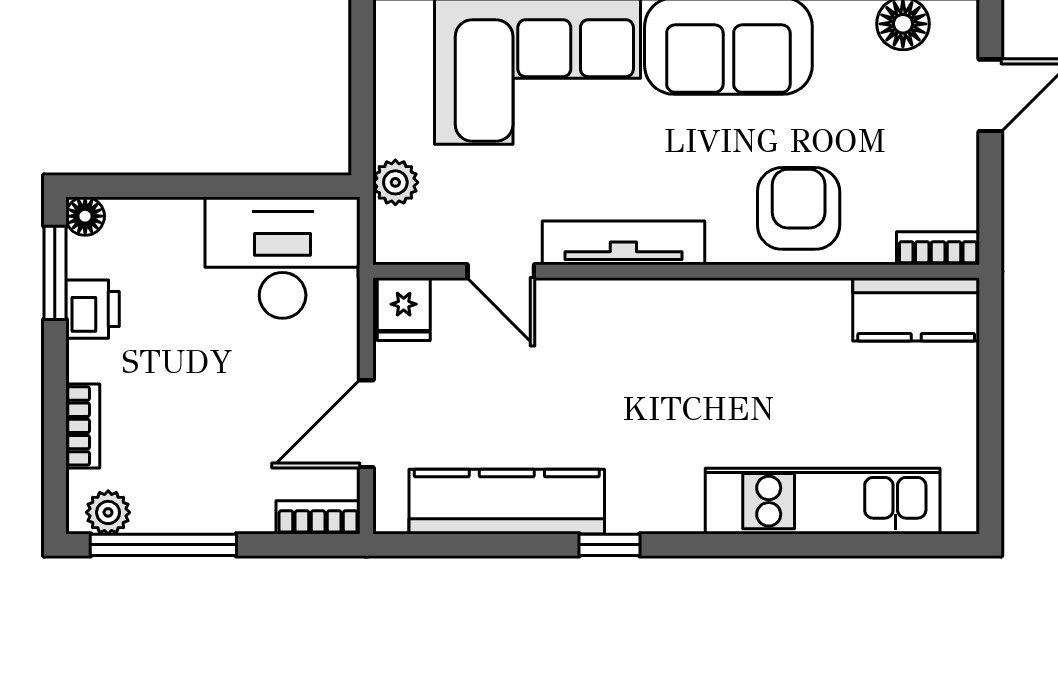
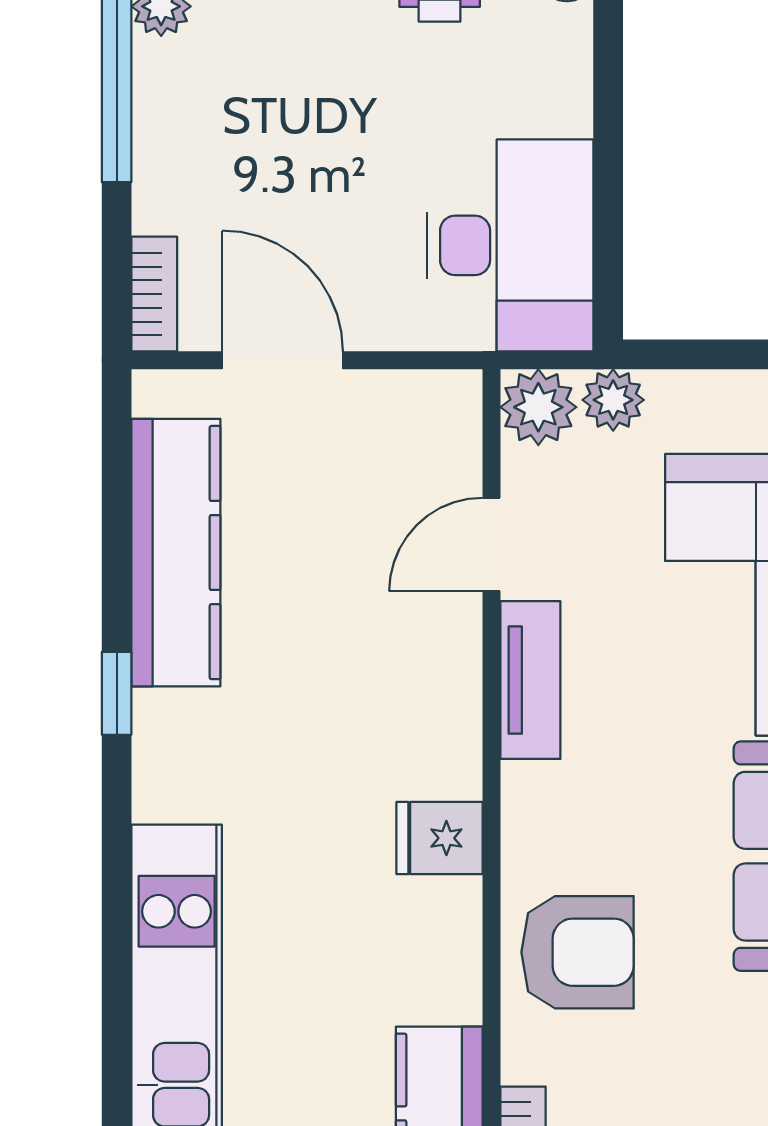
plant: (401, 237) -> (538, 407), added
tv unit: (623, 243) -> (530, 680), width x0.71
fridge: (404, 309) -> (439, 838), moved

